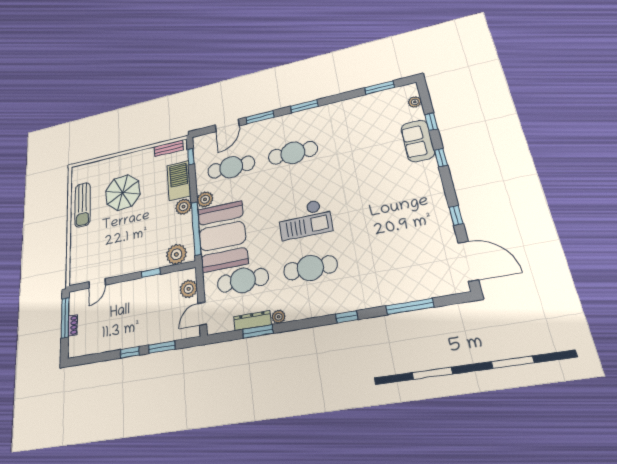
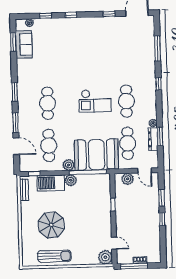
sofa: (418, 141) -> (24, 44), moved, turned -90
checkout: (305, 219) -> (95, 101), turned 90
plant: (176, 254) -> (105, 257), moved

